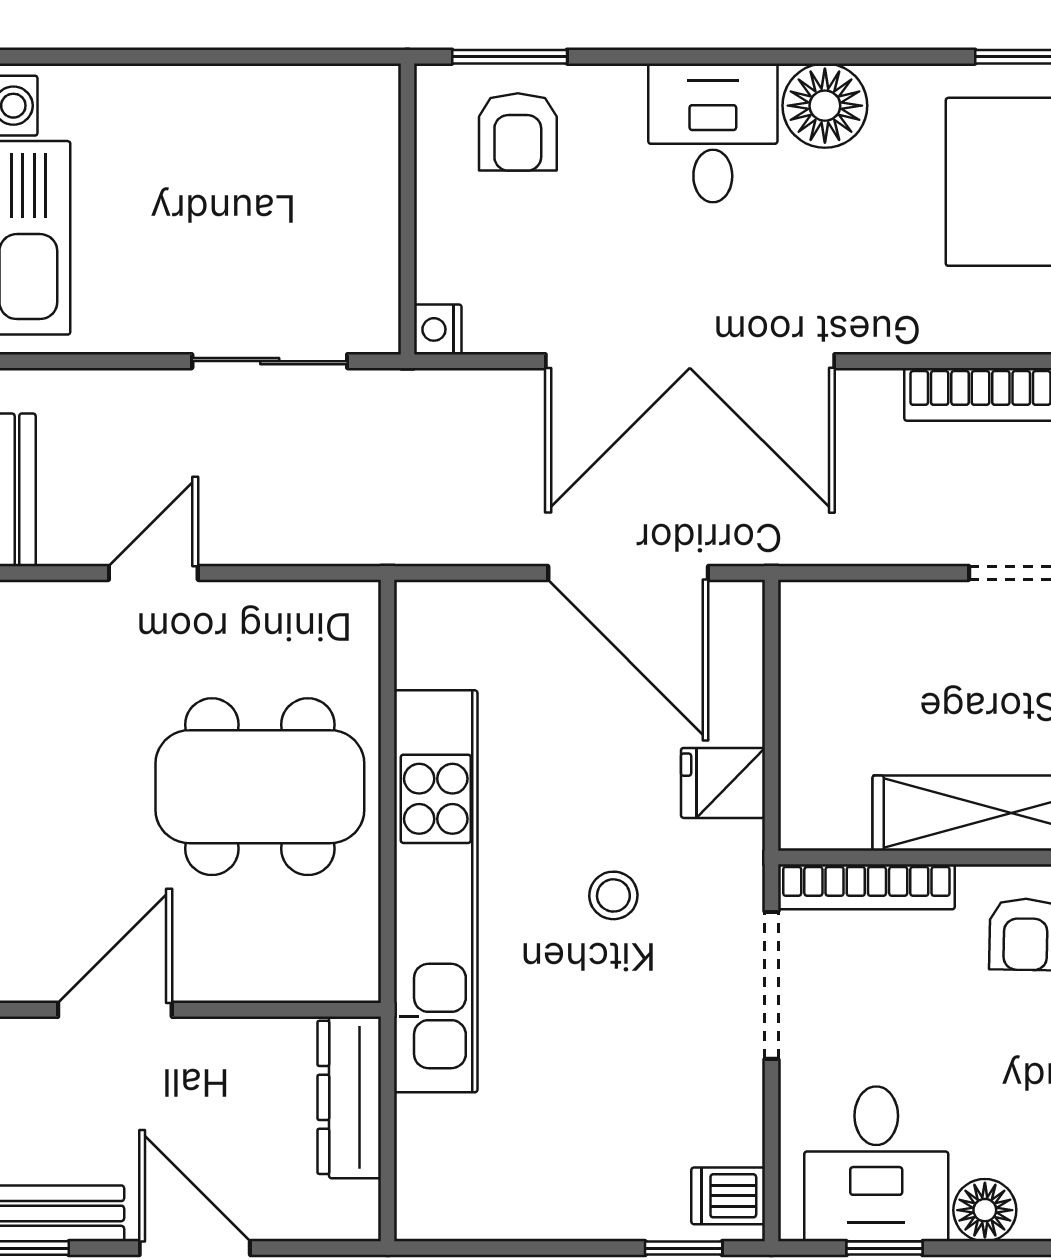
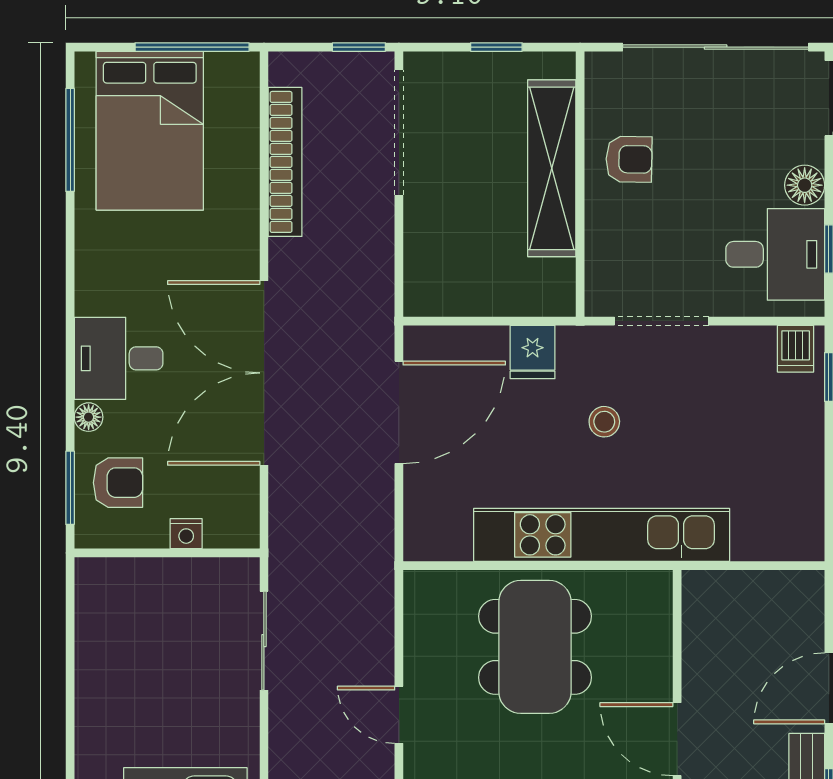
floor lamp: (825, 106) -> (89, 417), moved, width x0.53, depth x0.53
nightstand: (438, 329) -> (186, 534), moved
double door: (690, 361) -> (264, 373), swing flipped
bookcase: (866, 887) -> (599, 261), removed
dresser: (349, 1097) -> (733, 590), removed

